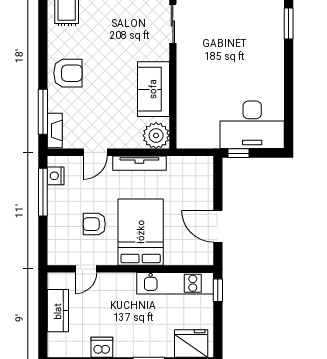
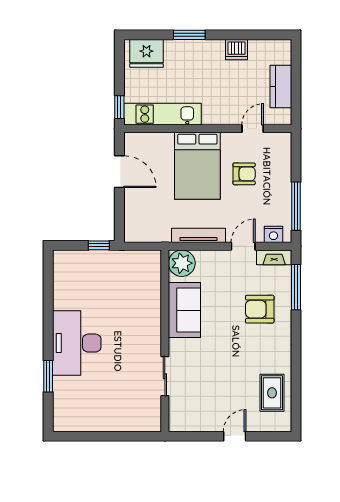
armchair: (68, 73) -> (260, 309), moved
desk: (252, 125) -> (77, 343), moved, turned -90
fireplace: (55, 130) -> (274, 257), moved, turned -90
nightstand: (56, 176) -> (273, 234), moved, turned 90

